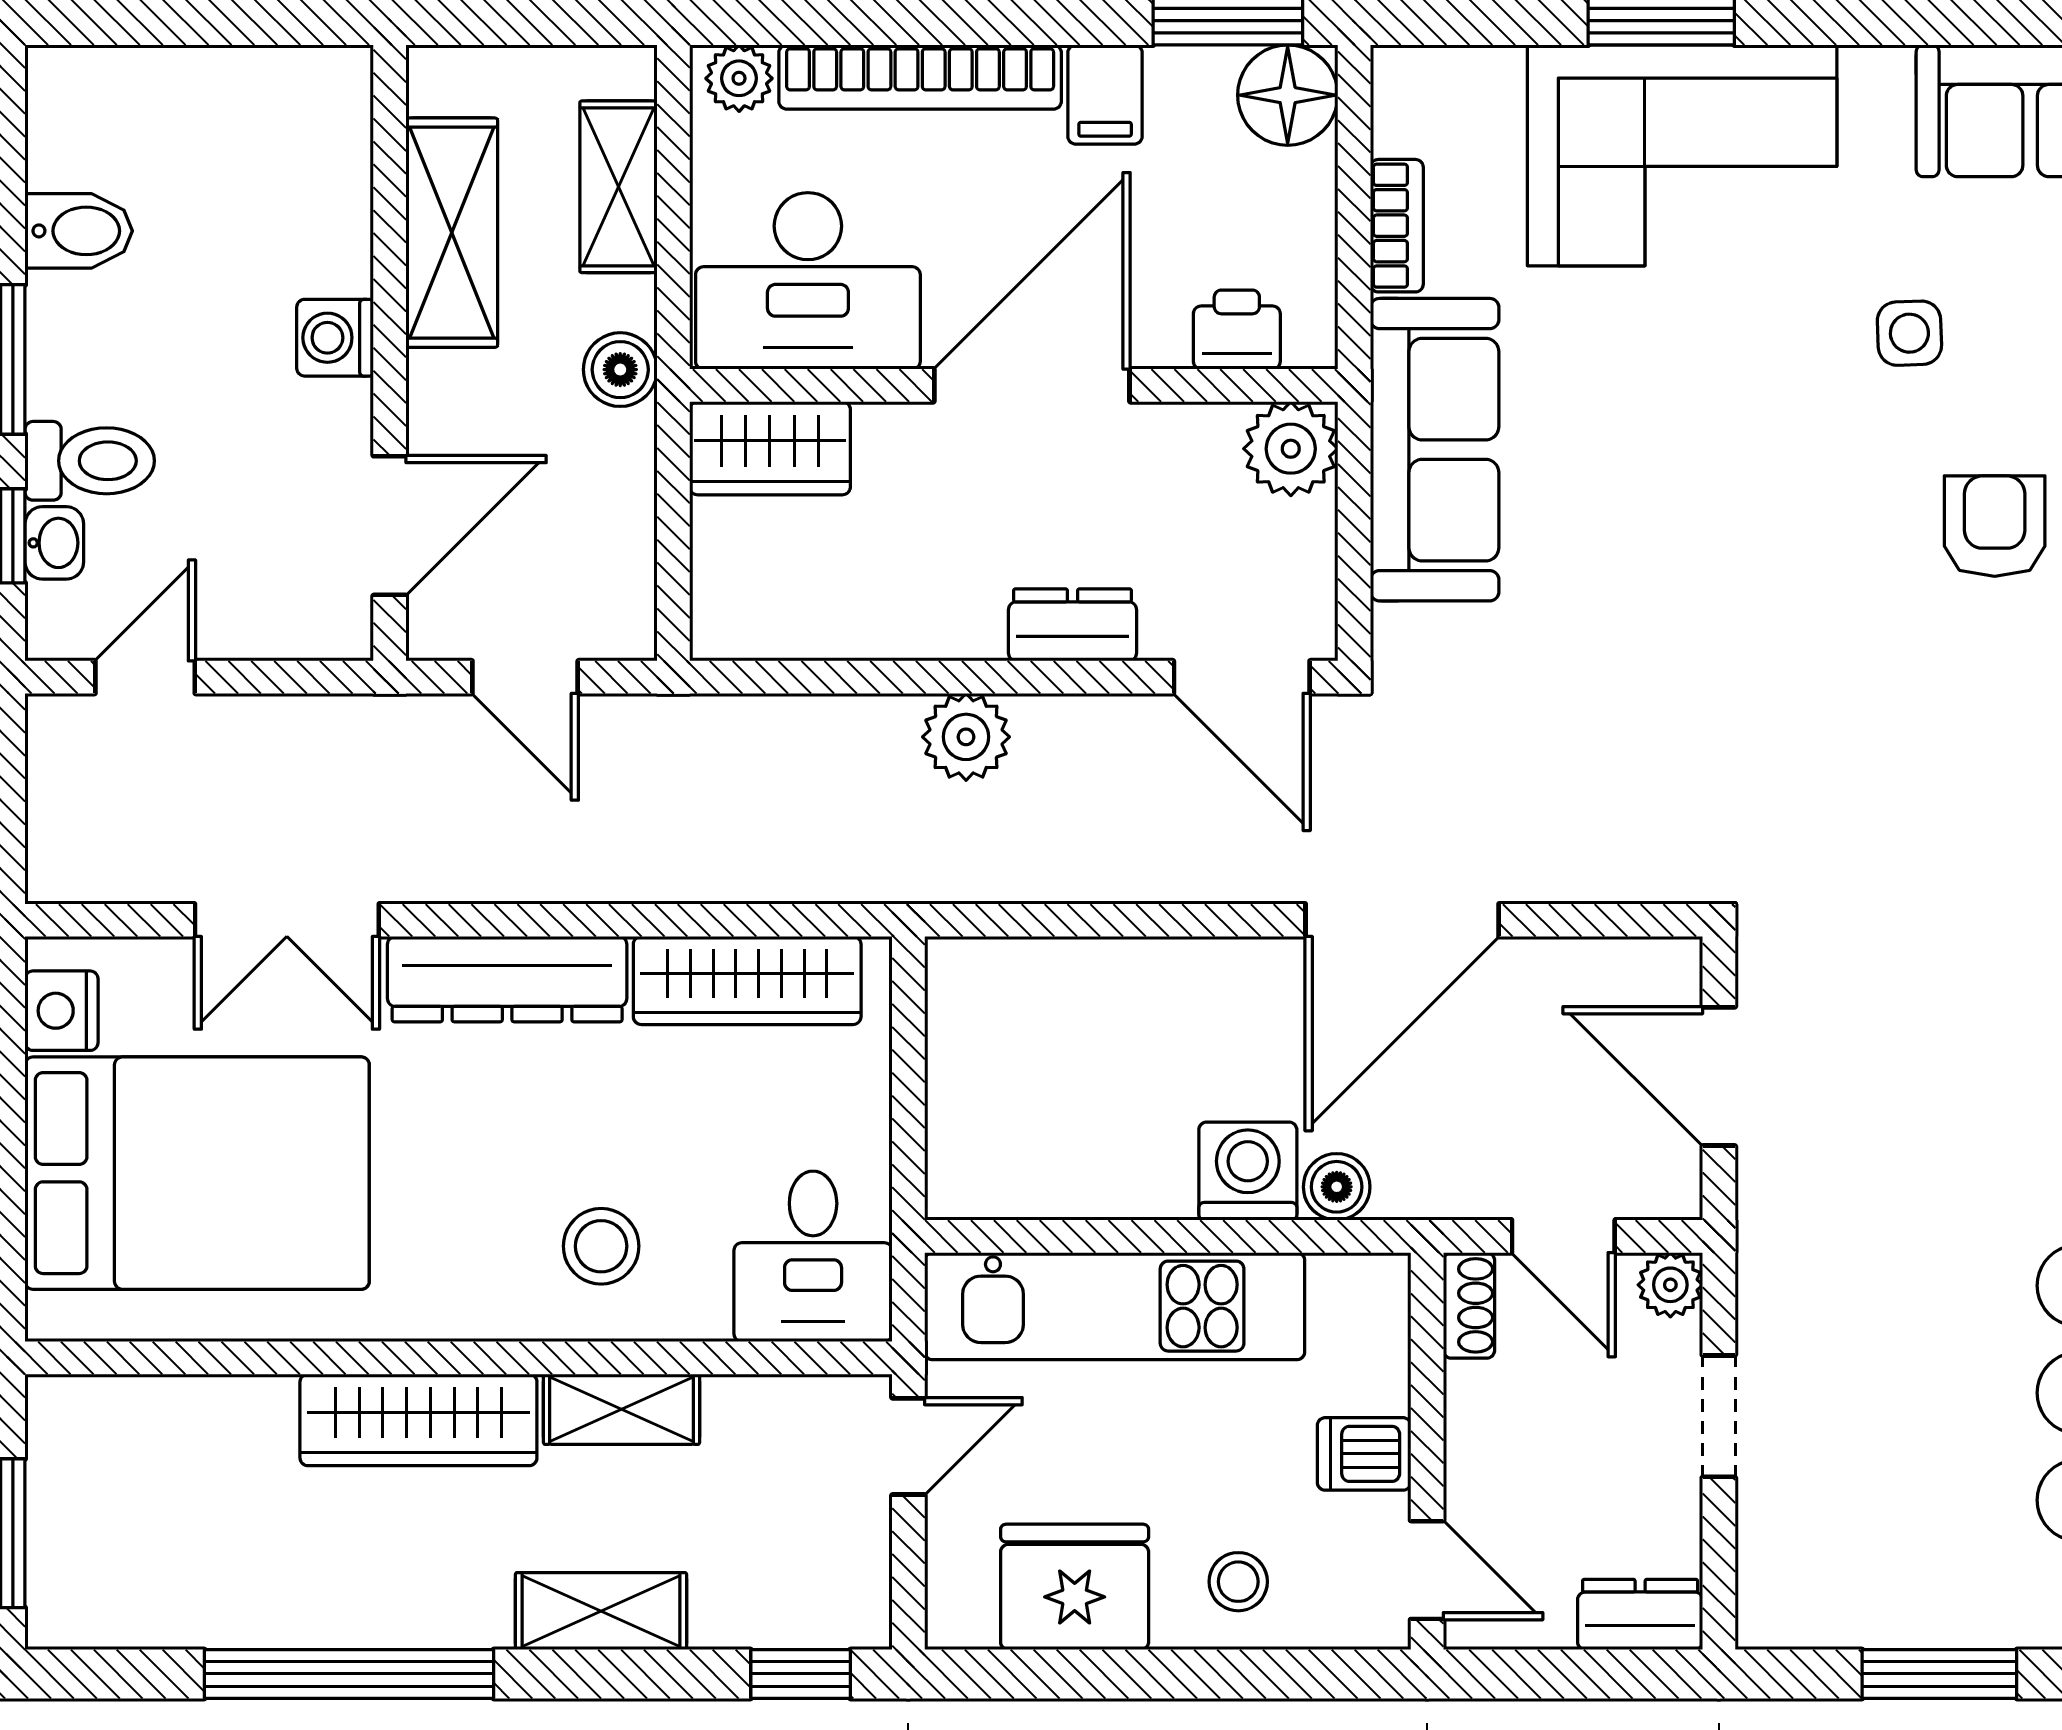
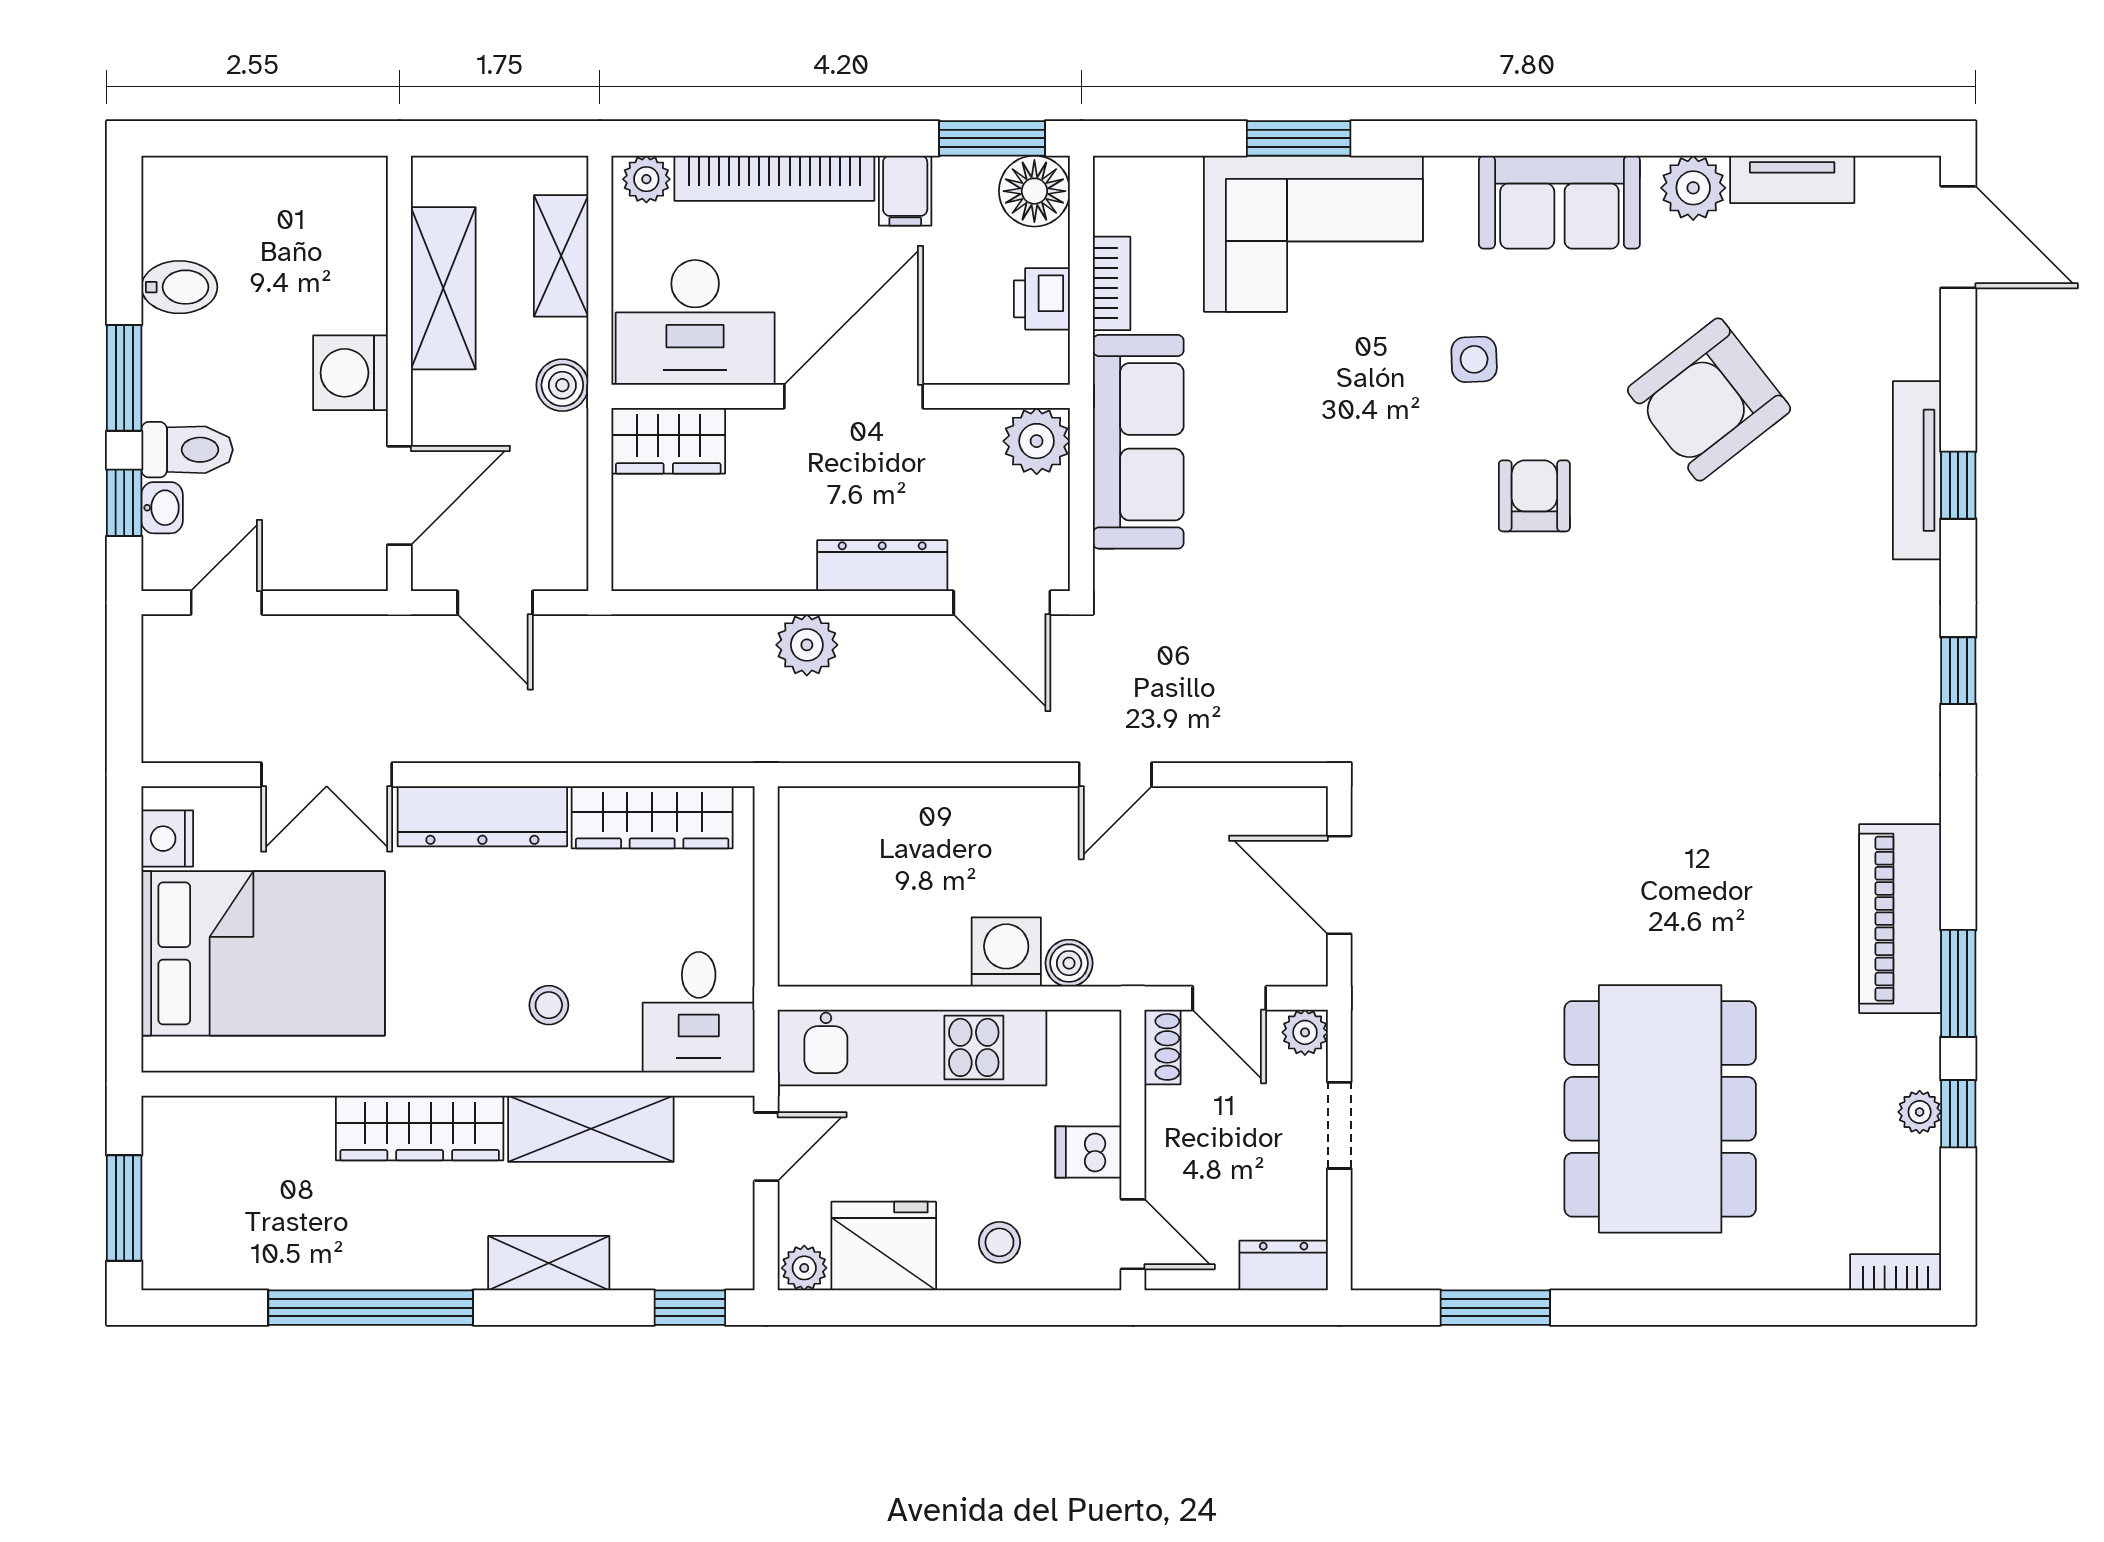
printer: (1237, 330) -> (1042, 299), moved, turned -90
washing machine: (335, 338) -> (350, 373), width x1.38, depth x1.38
dresser: (1073, 625) -> (882, 566), width x1.44
door: (1402, 920) -> (1115, 775), width x0.53
stool: (601, 1246) -> (549, 1005), width x0.73, depth x0.73
shelving: (621, 1409) -> (591, 1129), width x1.50, depth x1.33
plant: (962, 1618) -> (804, 1268), added

